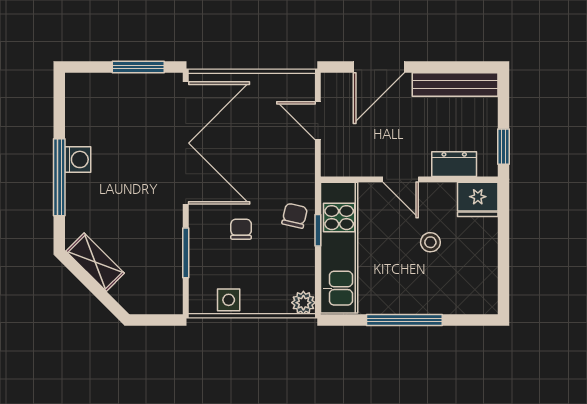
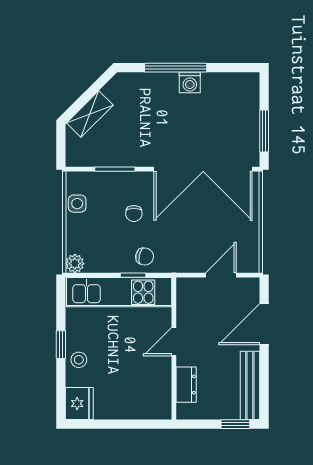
door: (379, 67) -> (264, 324), hinge flipped
window: (503, 147) -> (235, 424), moved
fridge: (478, 199) -> (79, 403), moved, turned 180
chair: (241, 229) -> (134, 214), turned 90
stool: (430, 242) -> (79, 360), moved
shelving: (95, 262) -> (90, 114), moved
window: (404, 320) -> (61, 345), width x0.46

